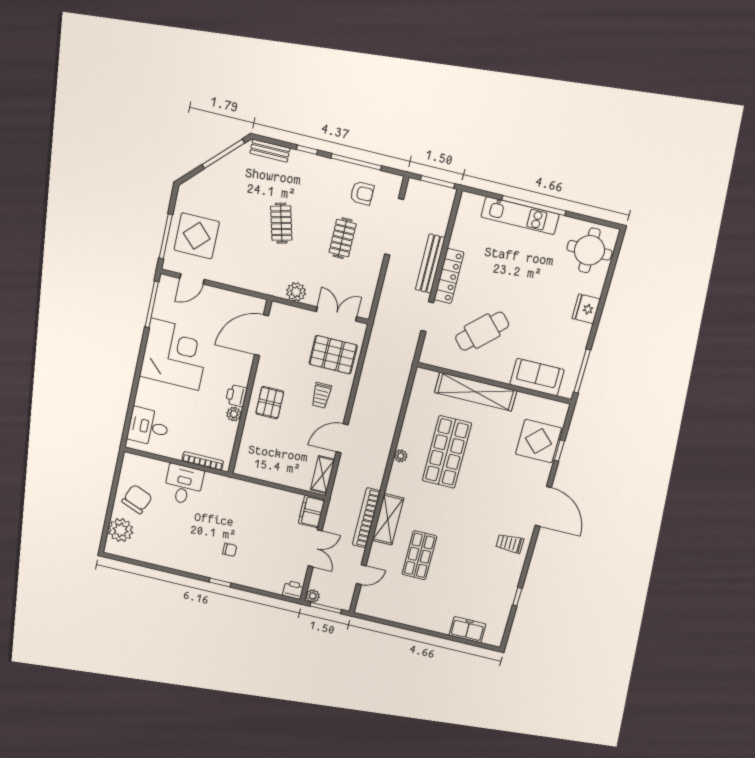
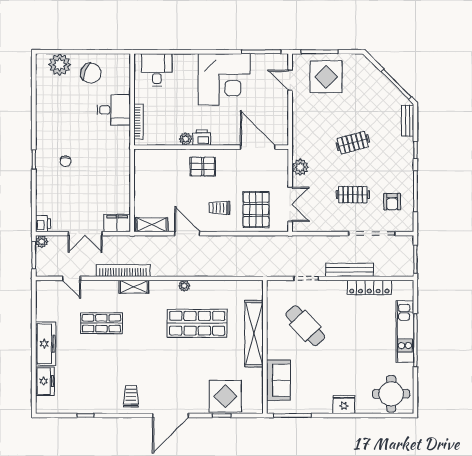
locker: (449, 276) -> (369, 287), moved
shelving: (388, 519) -> (134, 287), width x0.67, depth x0.75
freezer: (426, 619) -> (46, 344), added

